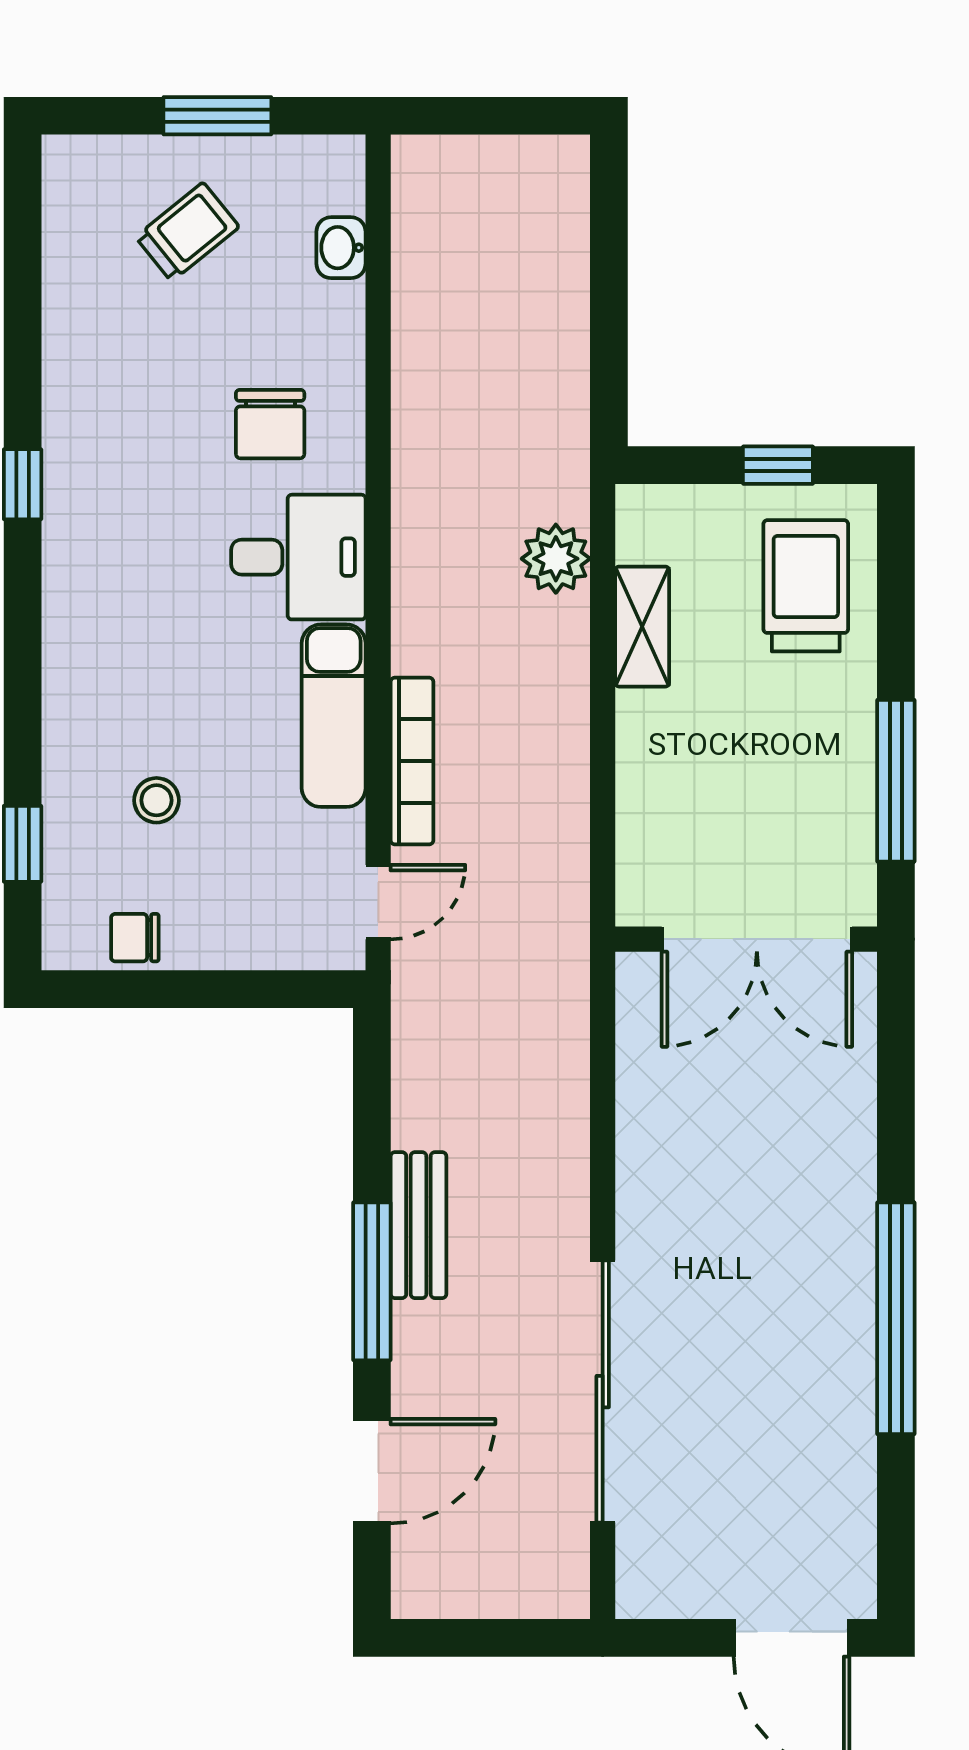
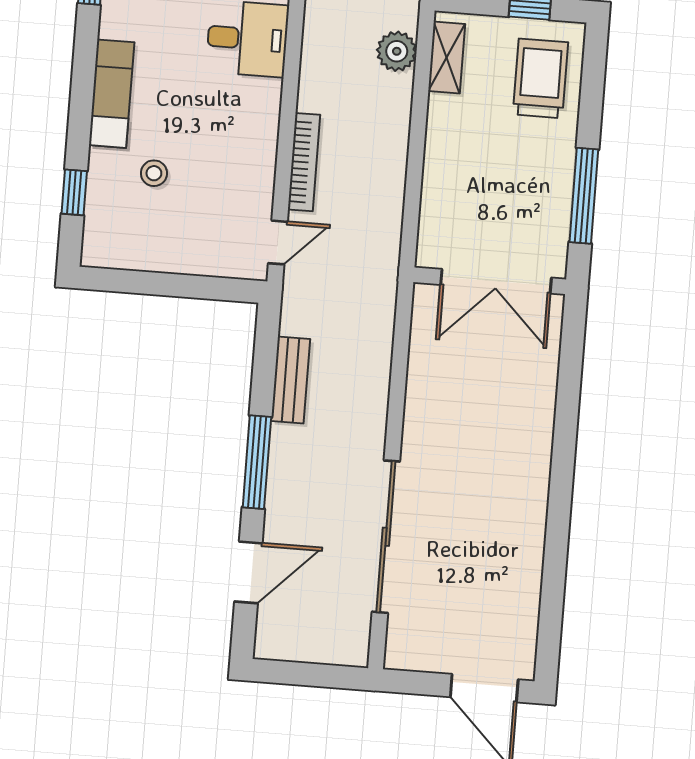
shelving: (642, 627) -> (447, 57), moved
exam couch: (334, 716) -> (112, 94), moved, turned 180
chair: (135, 938) -> (135, 252), removed
bench: (418, 1225) -> (291, 380), moved
window: (896, 1318) -> (559, 508), removed

